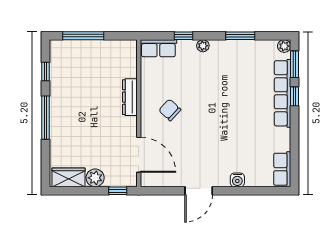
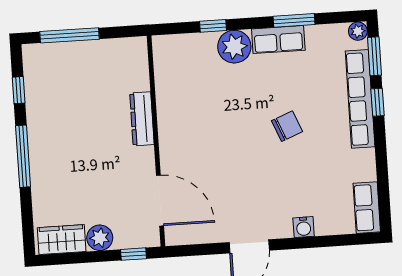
plant: (203, 46) -> (234, 47), width x1.88, depth x1.88
row of seats: (158, 48) -> (278, 40), moved
chair: (170, 110) -> (287, 126), moved, turned 115

